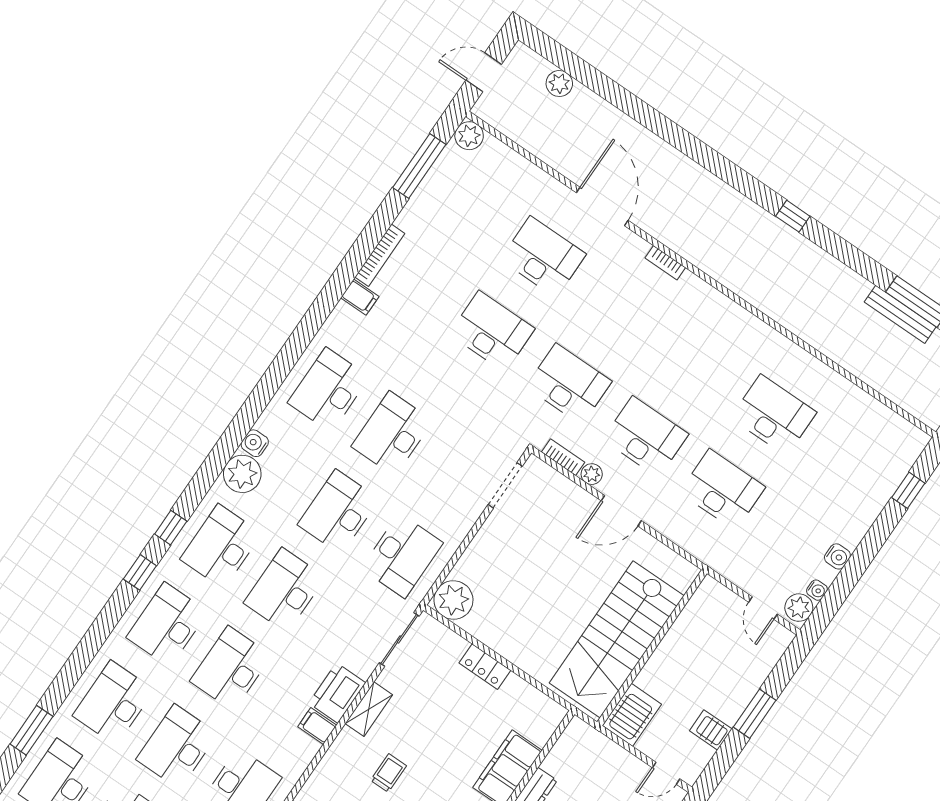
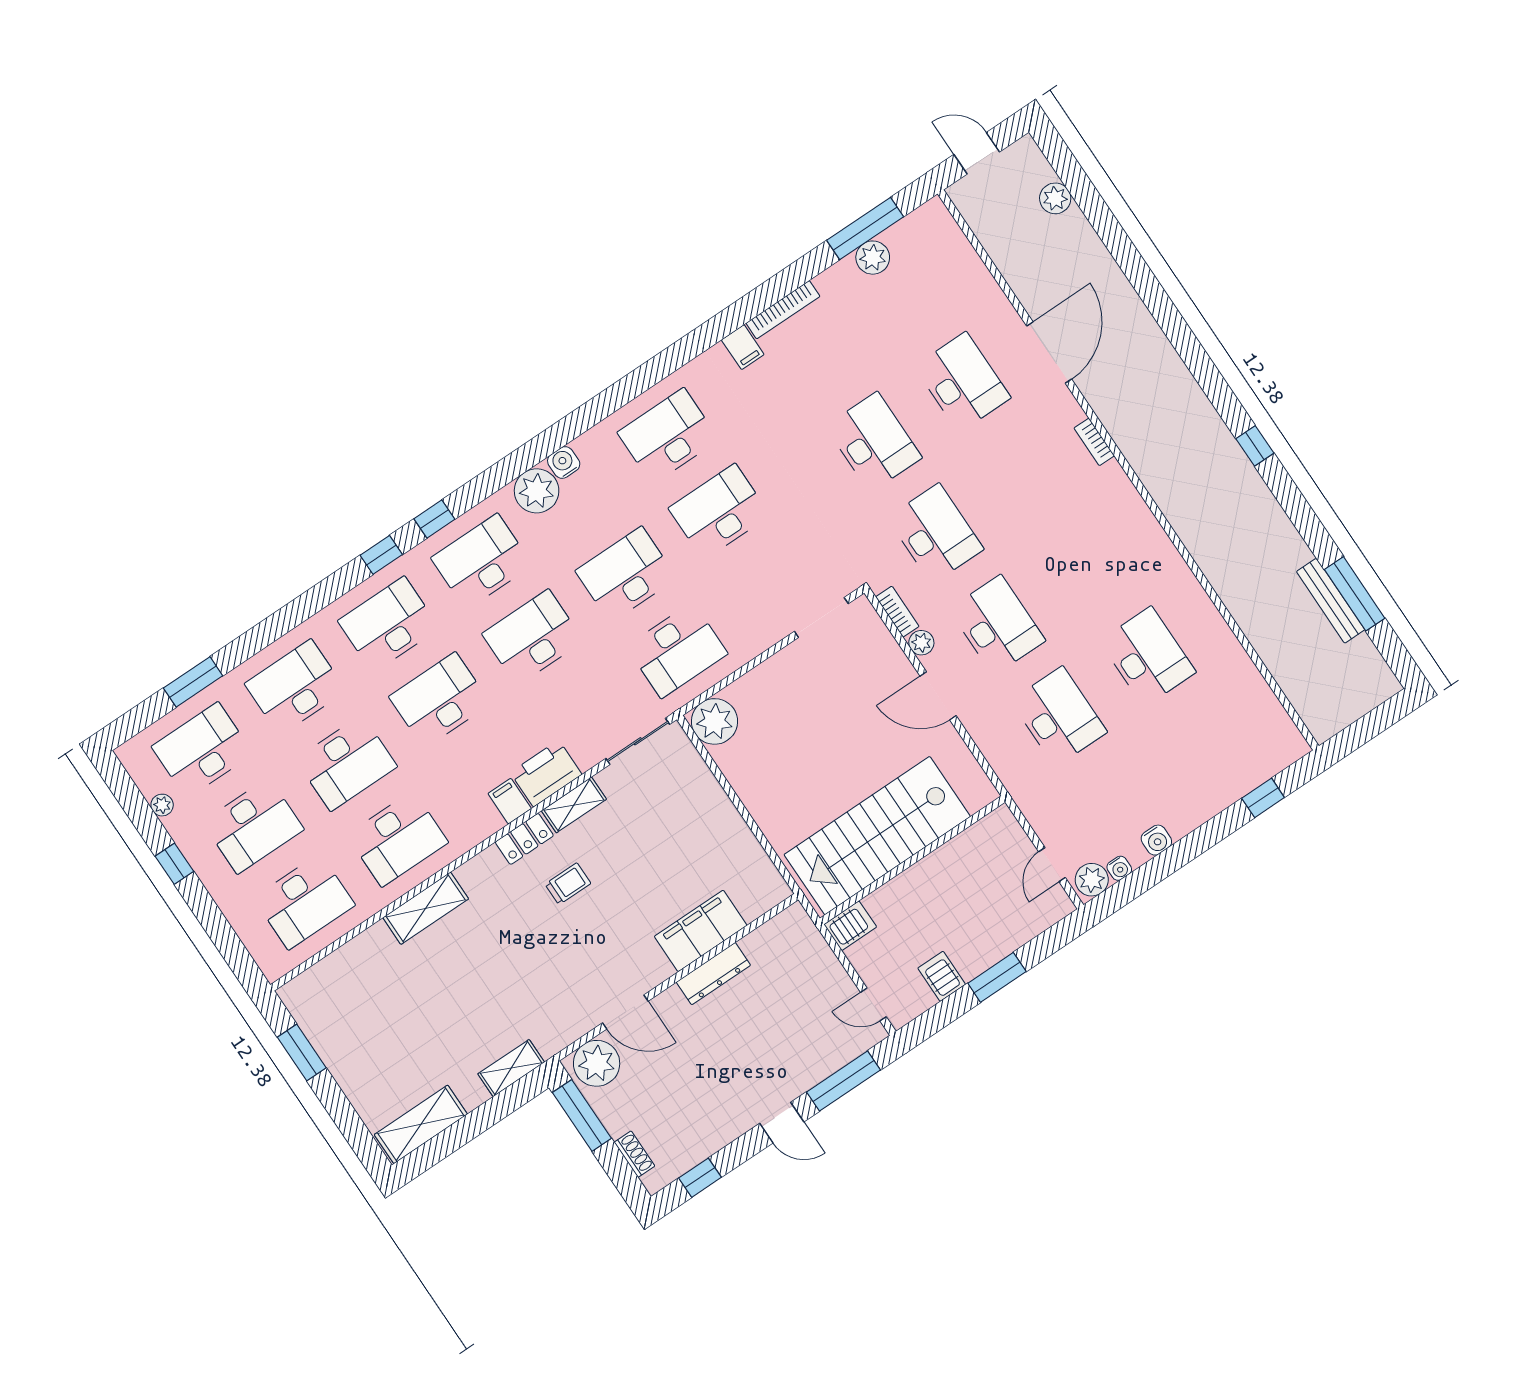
plant: (469, 136) -> (873, 258), moved
locker: (485, 667) -> (524, 839), moved, turned -90
server rack: (632, 715) -> (850, 926), width x0.73, depth x0.70
desk: (177, 747) -> (346, 763), turned 180

